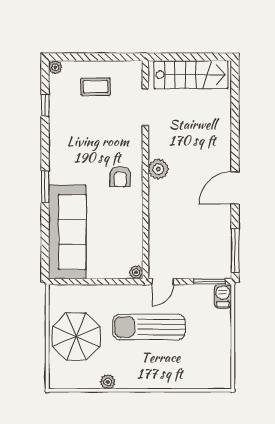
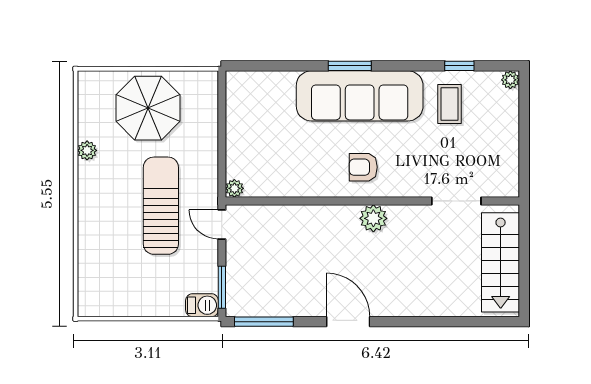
coffee table: (96, 87) -> (449, 104), moved
sofa: (67, 232) -> (360, 96), moved

